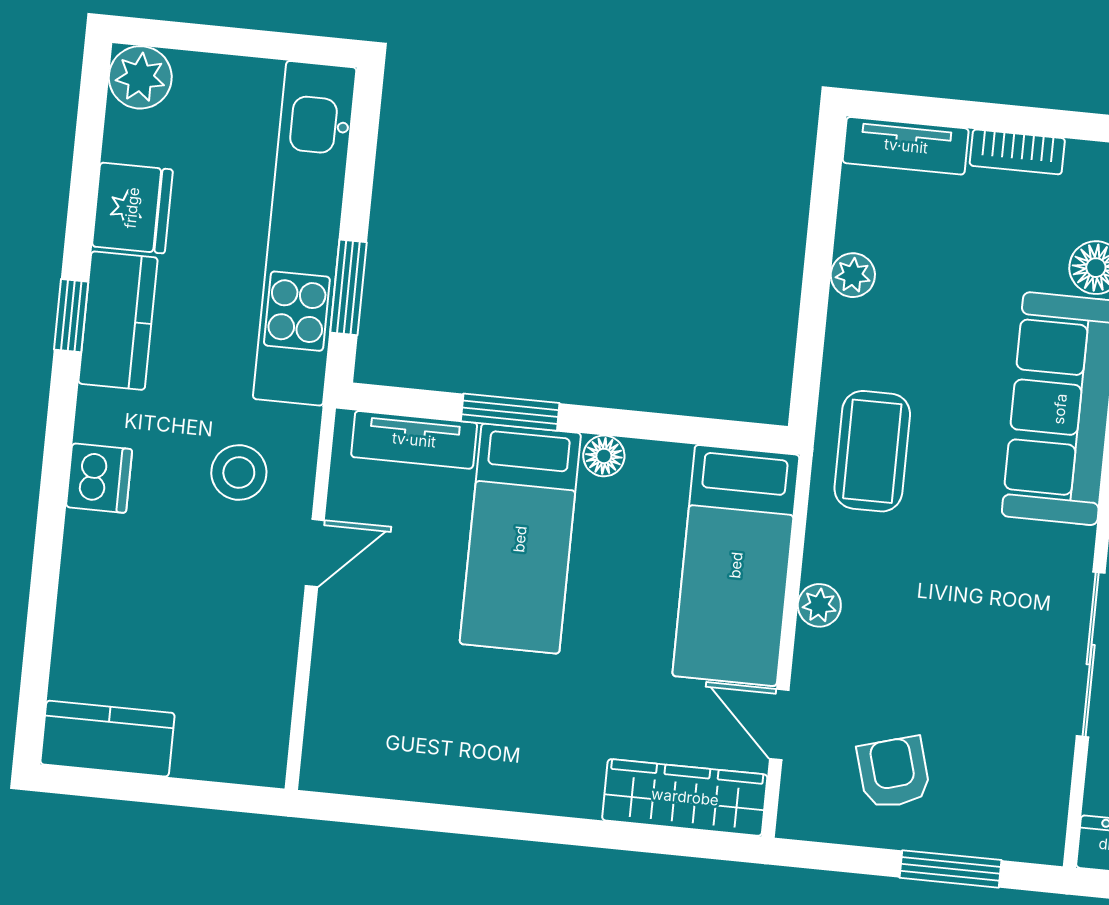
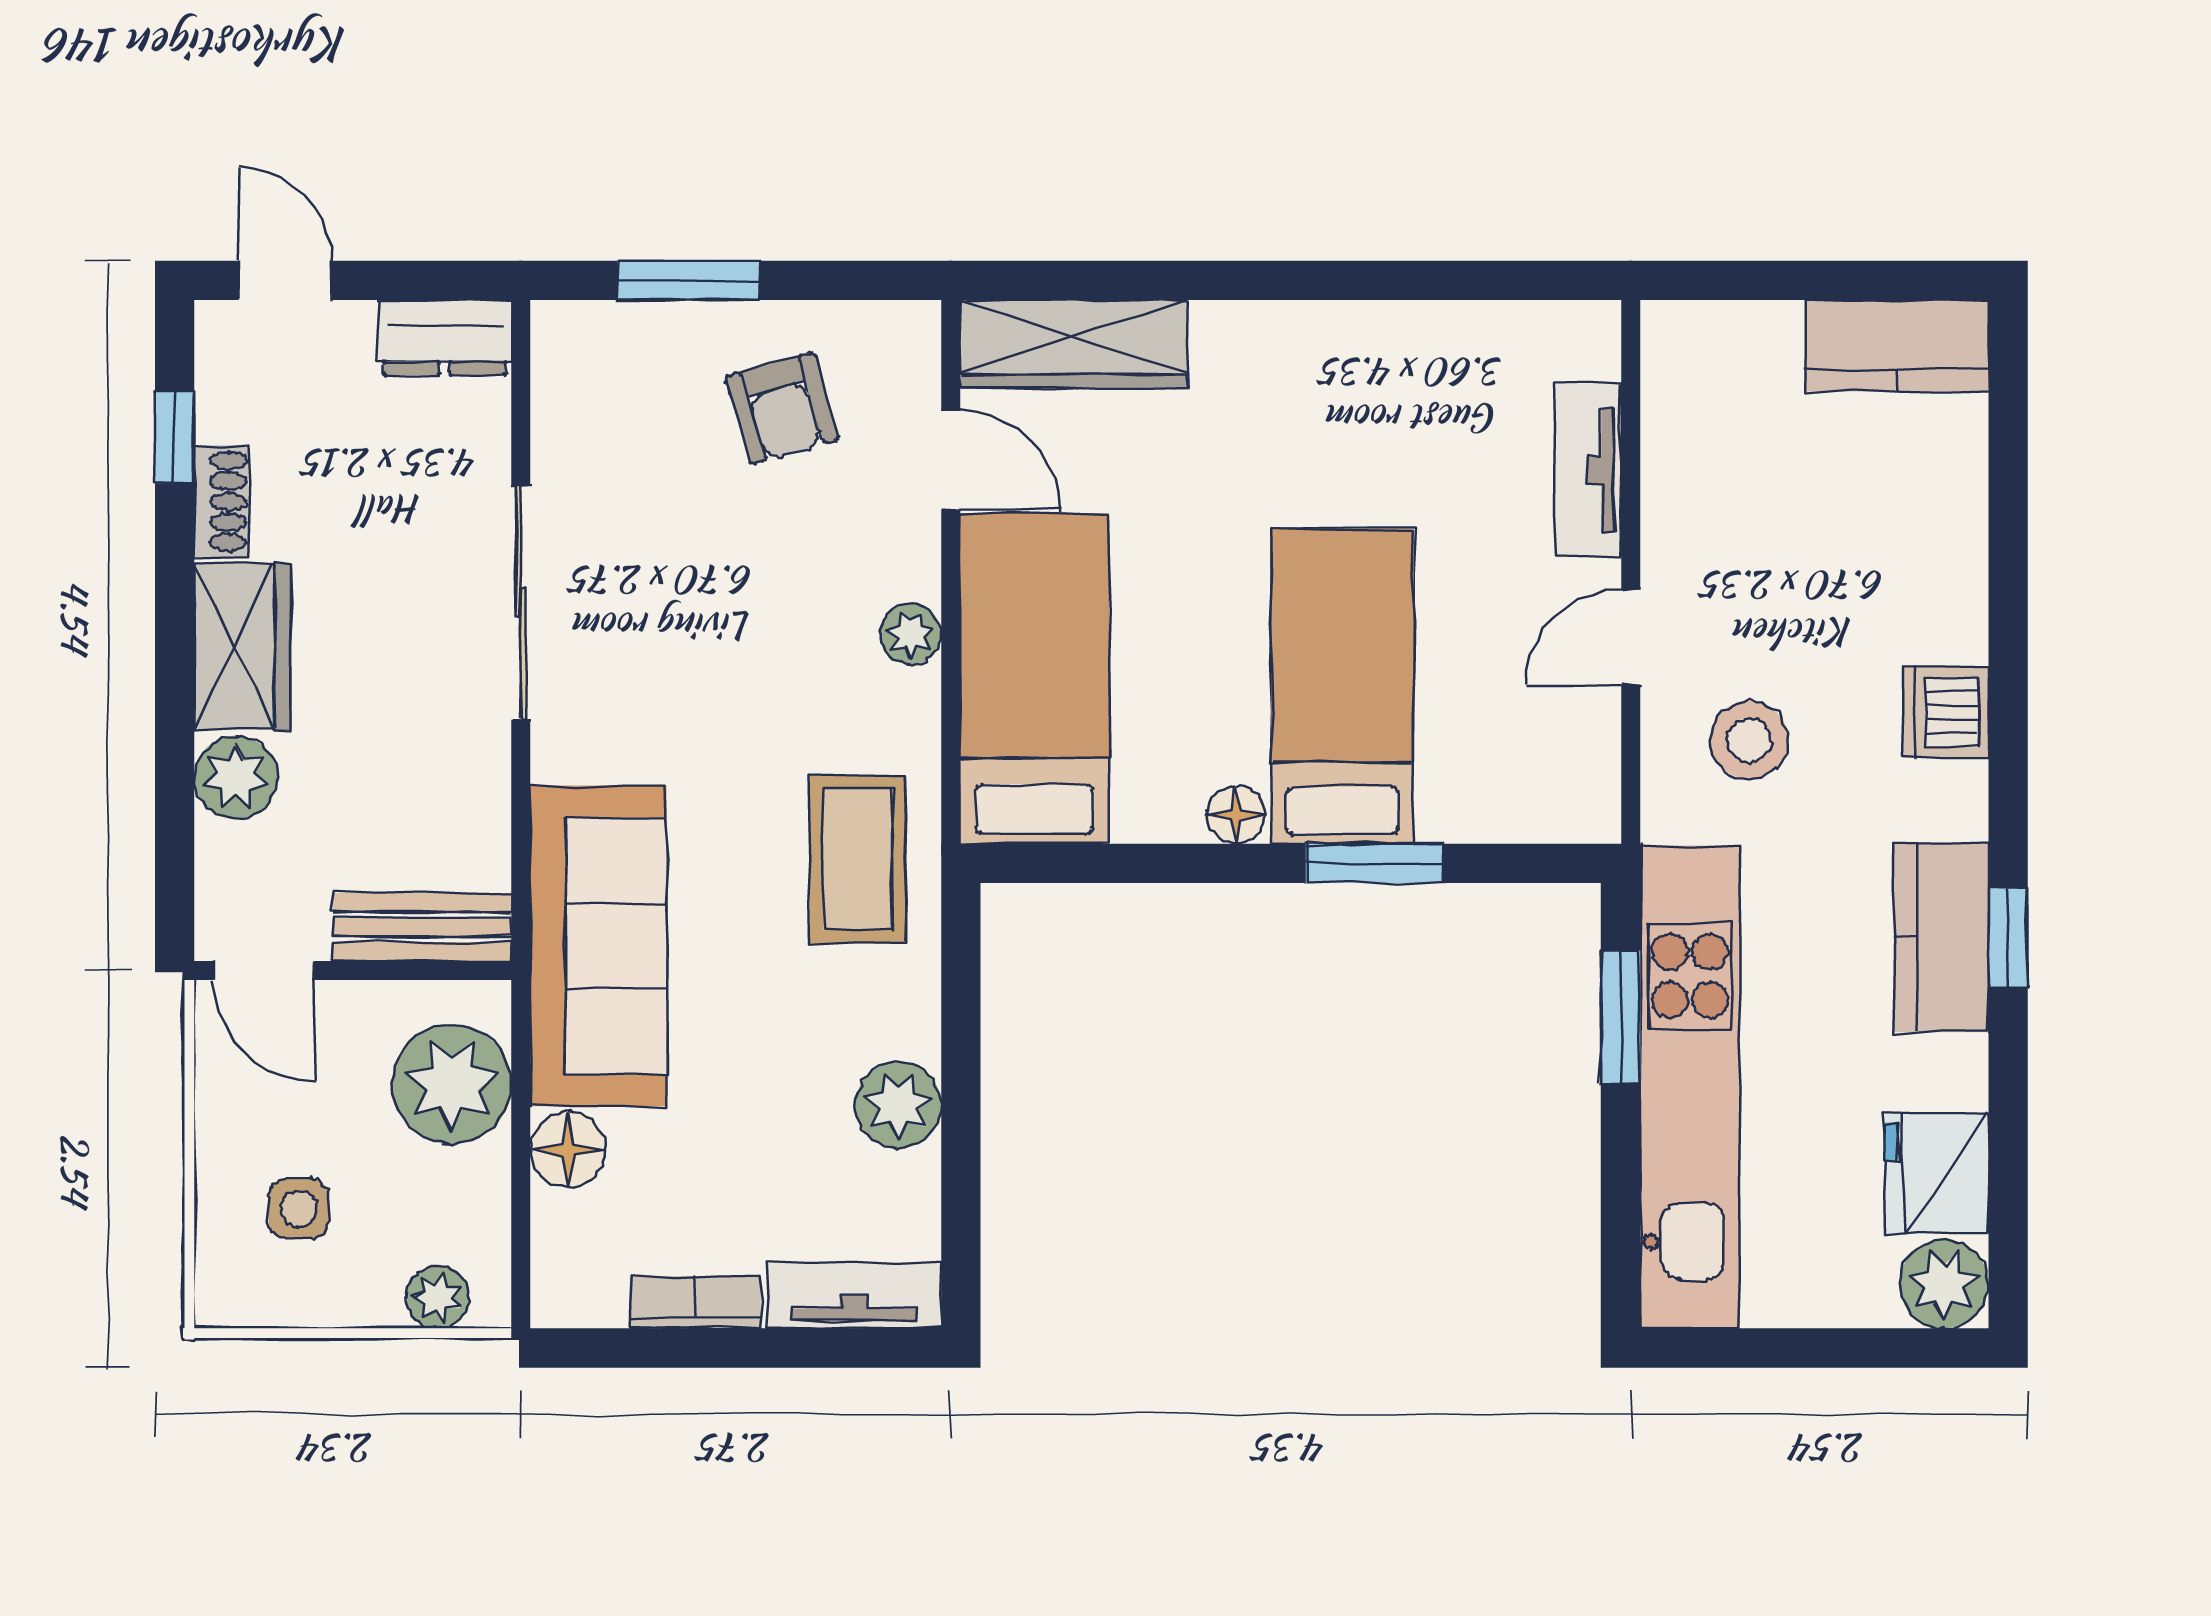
fridge: (132, 208) -> (1937, 1173), moved
plant: (853, 275) -> (898, 1105), width x1.38, depth x1.38
tv unit: (414, 440) -> (1588, 470), moved, turned -90

